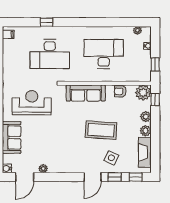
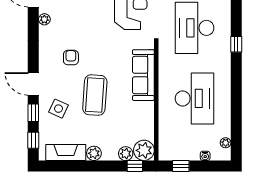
window: (47, 22) -> (236, 44), moved
armchair: (120, 91) -> (71, 58), moved
plant: (146, 117) -> (126, 154), moved

